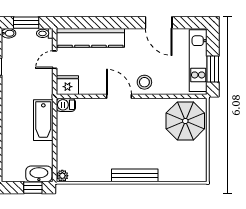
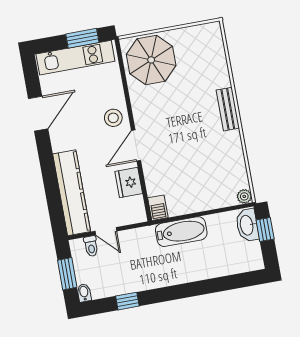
toilet: (45, 33) -> (91, 246), moved
fridge: (67, 85) -> (129, 183), moved
bench: (135, 175) -> (228, 109), width x0.73

